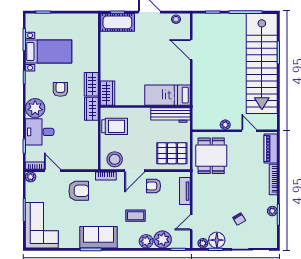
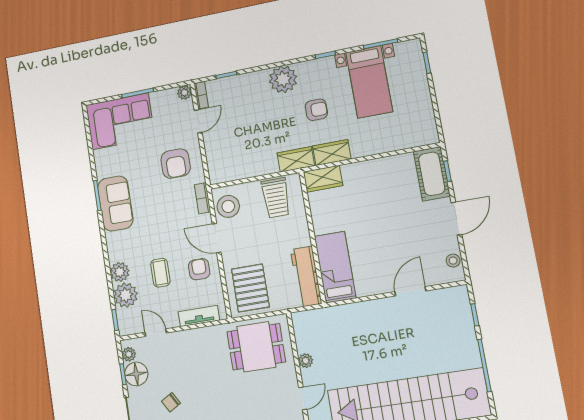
desk: (40, 132) -> (250, 92), removed
coffee table: (136, 216) -> (160, 273), moved

